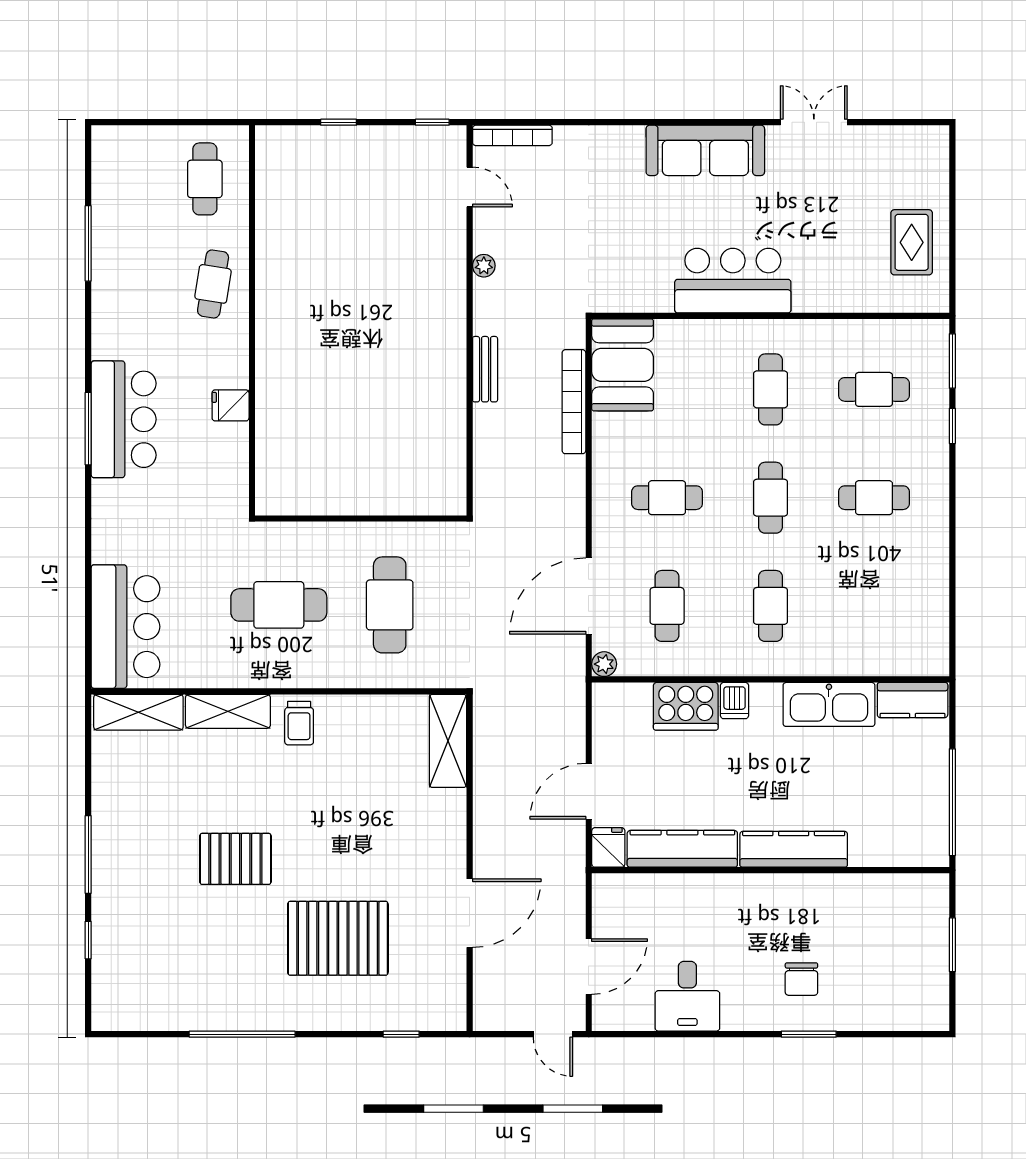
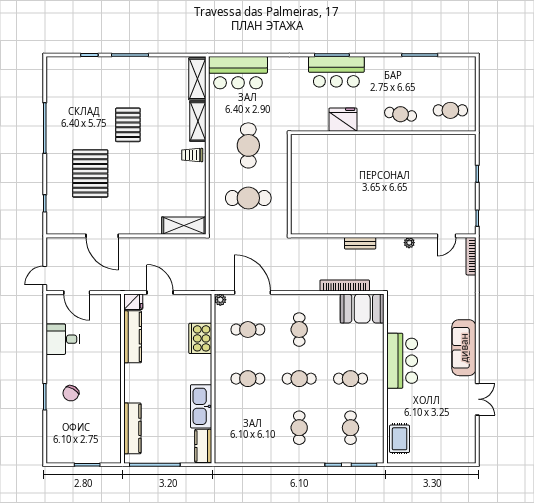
rug: (912, 242) -> (400, 439), moved, turned 90
fridge: (231, 405) -> (343, 120), width x1.88, depth x1.34
dishwasher: (734, 701) -> (203, 362), removed
kitchen counter: (794, 849) -> (132, 428), moved
chair: (801, 979) -> (71, 393), turned -59

